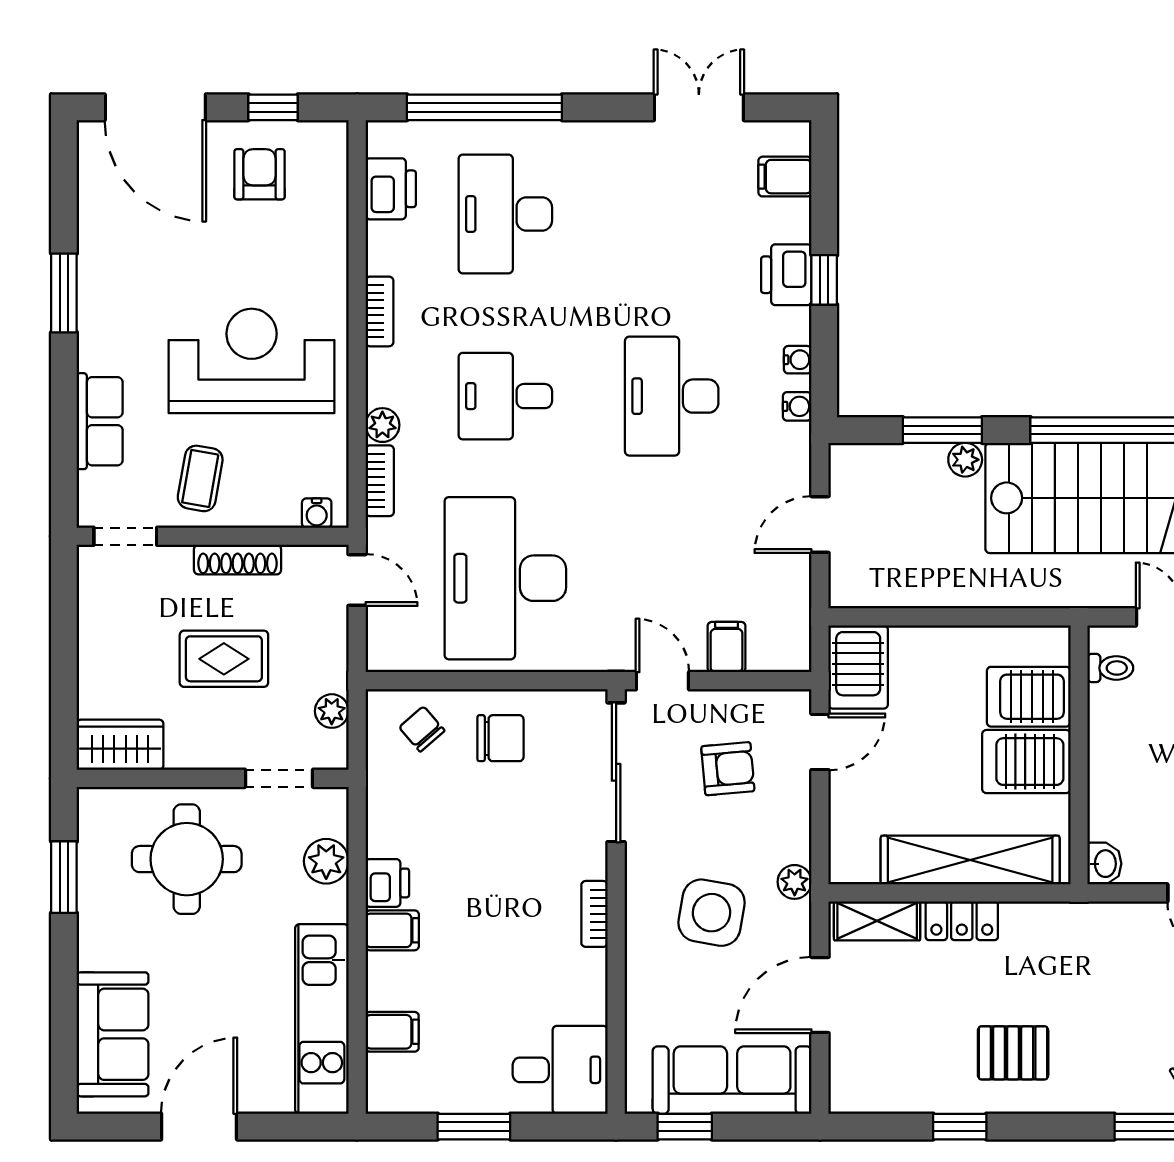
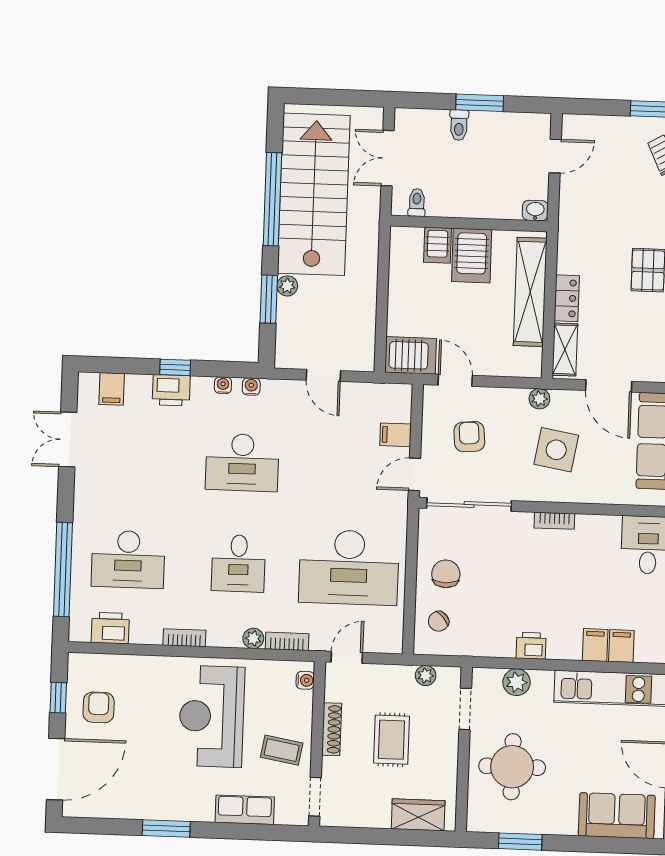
armchair: (260, 174) -> (99, 707), turned 90
server rack: (1029, 697) -> (437, 245), width x0.73, depth x0.70
wardrobe: (120, 745) -> (418, 815), moved, turned 90
filing cabinet: (392, 930) -> (595, 645), moved

